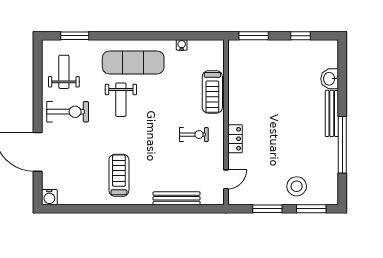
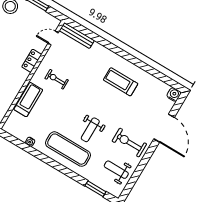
weight bench: (64, 72) -> (116, 170), turned 90
weight bench: (121, 100) -> (90, 130), turned 180
treadmill: (119, 175) -> (121, 82), turned 90
bench: (177, 198) -> (77, 36), moved

